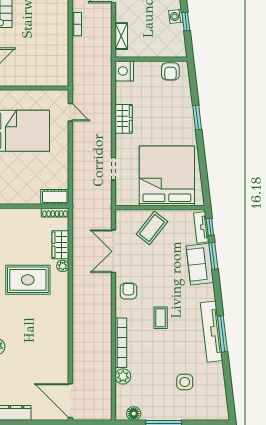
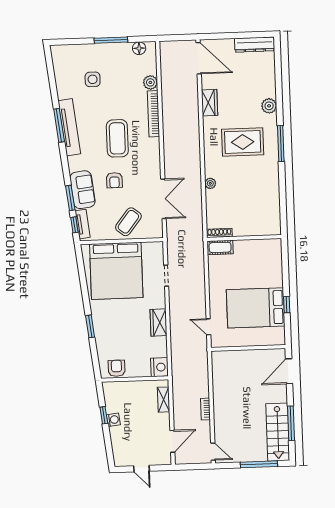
wardrobe: (60, 245) -> (209, 103), moved
rug: (28, 280) -> (243, 142), moved
armchair: (128, 291) -> (114, 180), moved
coffee table: (161, 318) -> (117, 138), width x1.86, depth x1.72

